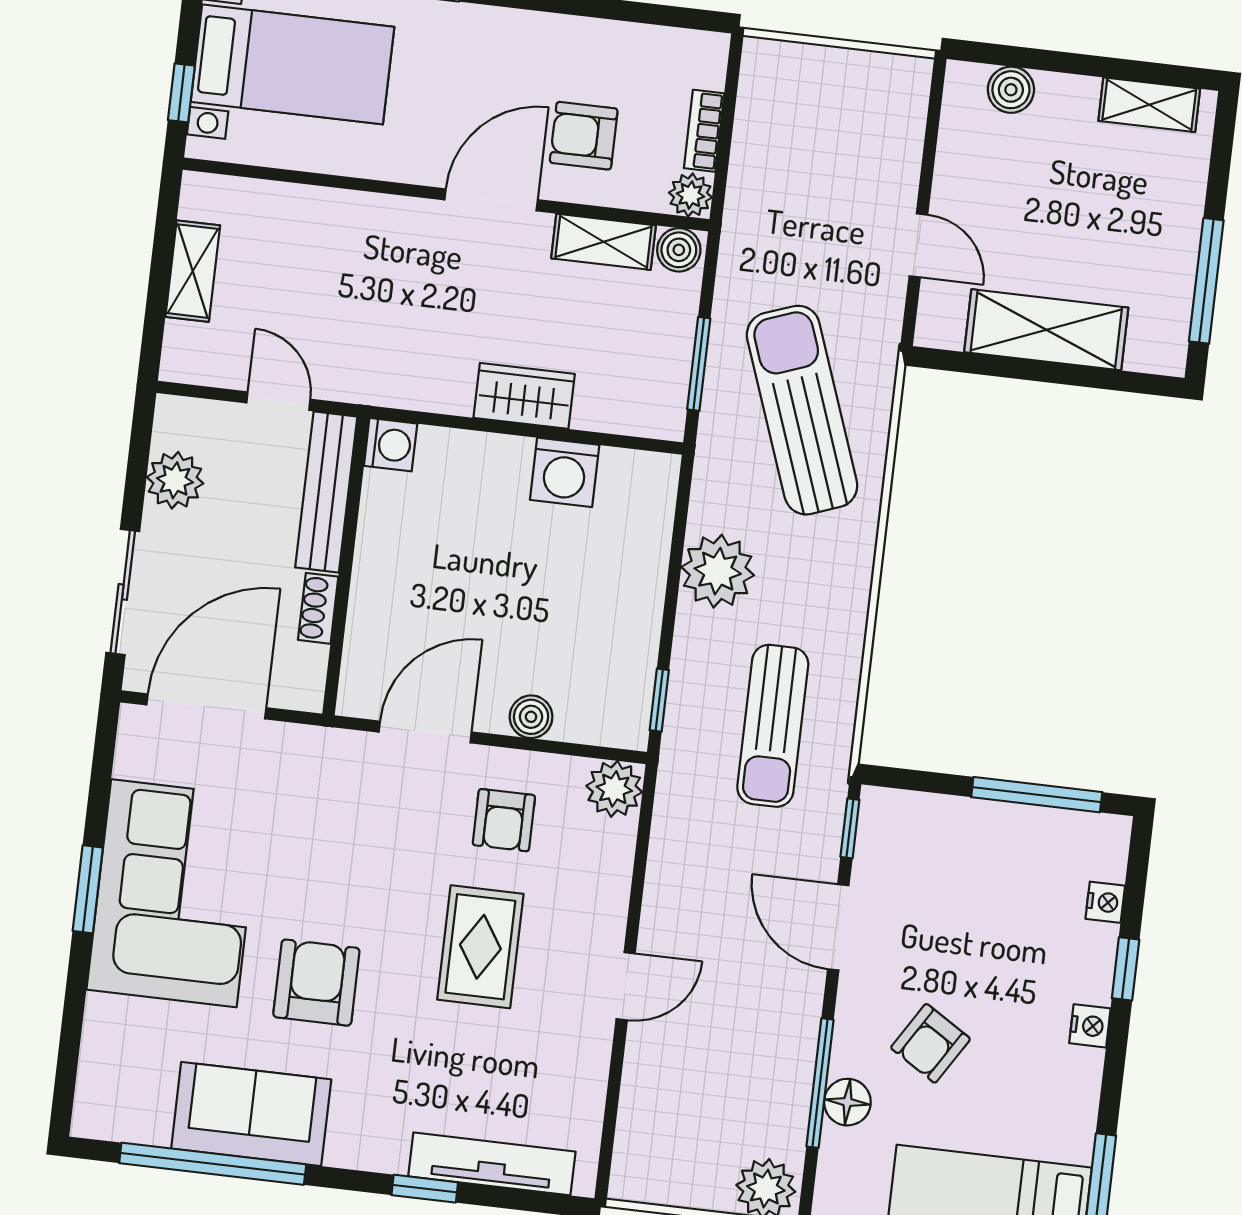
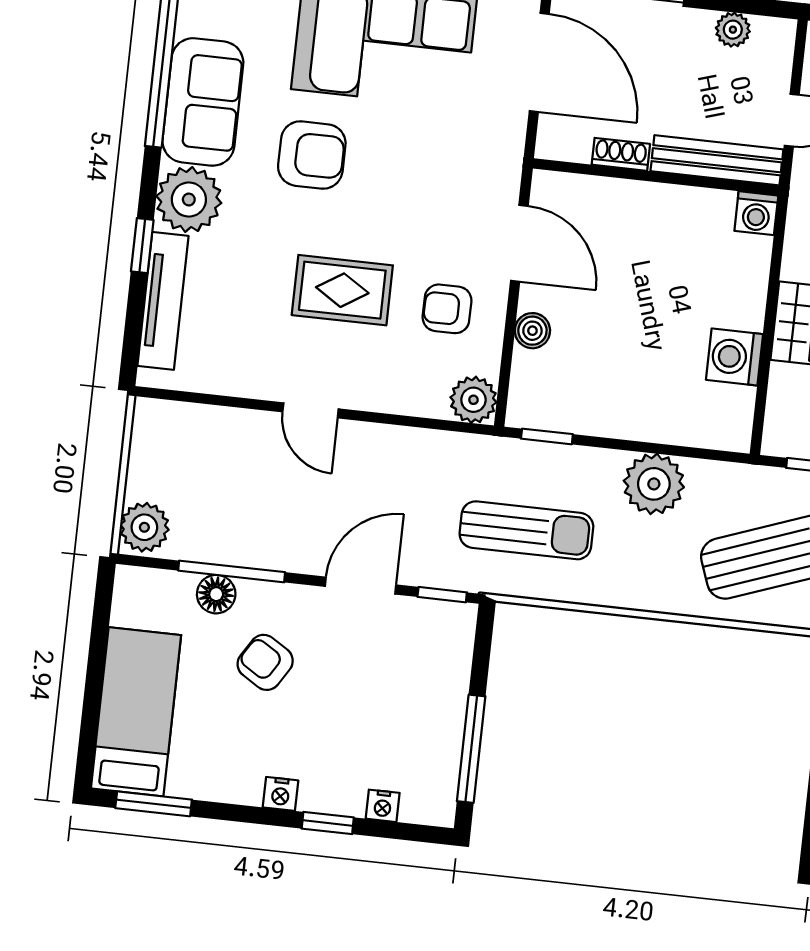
plant: (175, 480) -> (733, 30), width x0.73, depth x0.73
sun lounger: (773, 726) -> (526, 530), turned 180
plant: (369, 1132) -> (189, 200), added

